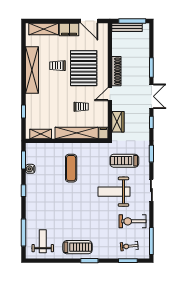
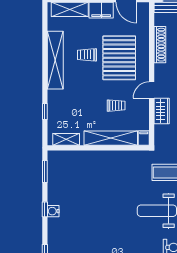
shoe rack: (116, 71) -> (160, 45), moved
wardrobe: (118, 122) -> (162, 111), moved
exercise mat: (71, 168) -> (104, 182), removed
water cooler: (30, 169) -> (53, 211), moved

